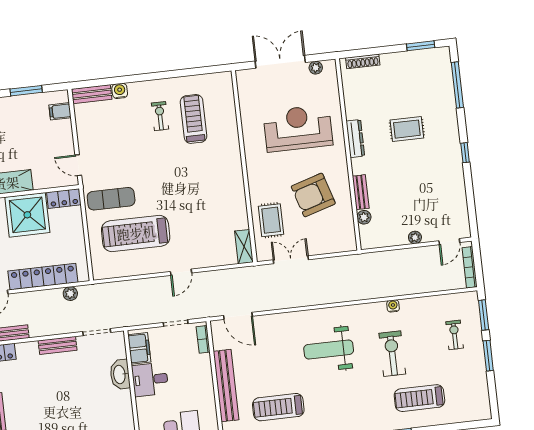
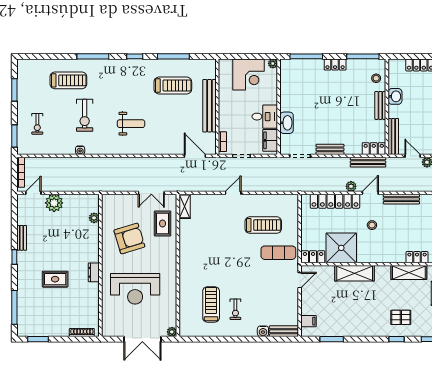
plant: (316, 68) -> (172, 332), moved
treadmill: (194, 119) -> (211, 304), turned 180
dresser: (355, 139) -> (94, 272), width x0.70
door: (78, 165) -> (300, 280), hinge flipped
bench: (361, 192) -> (22, 238), moved
treadmill: (136, 233) -> (263, 225), width x0.73, depth x0.73
plant: (415, 237) -> (54, 203), width x1.87, depth x1.87
plant: (70, 294) -> (351, 186), moved
weight bench: (329, 350) -> (131, 124), width x0.73, depth x0.75
window: (488, 356) -> (14, 90), moved

